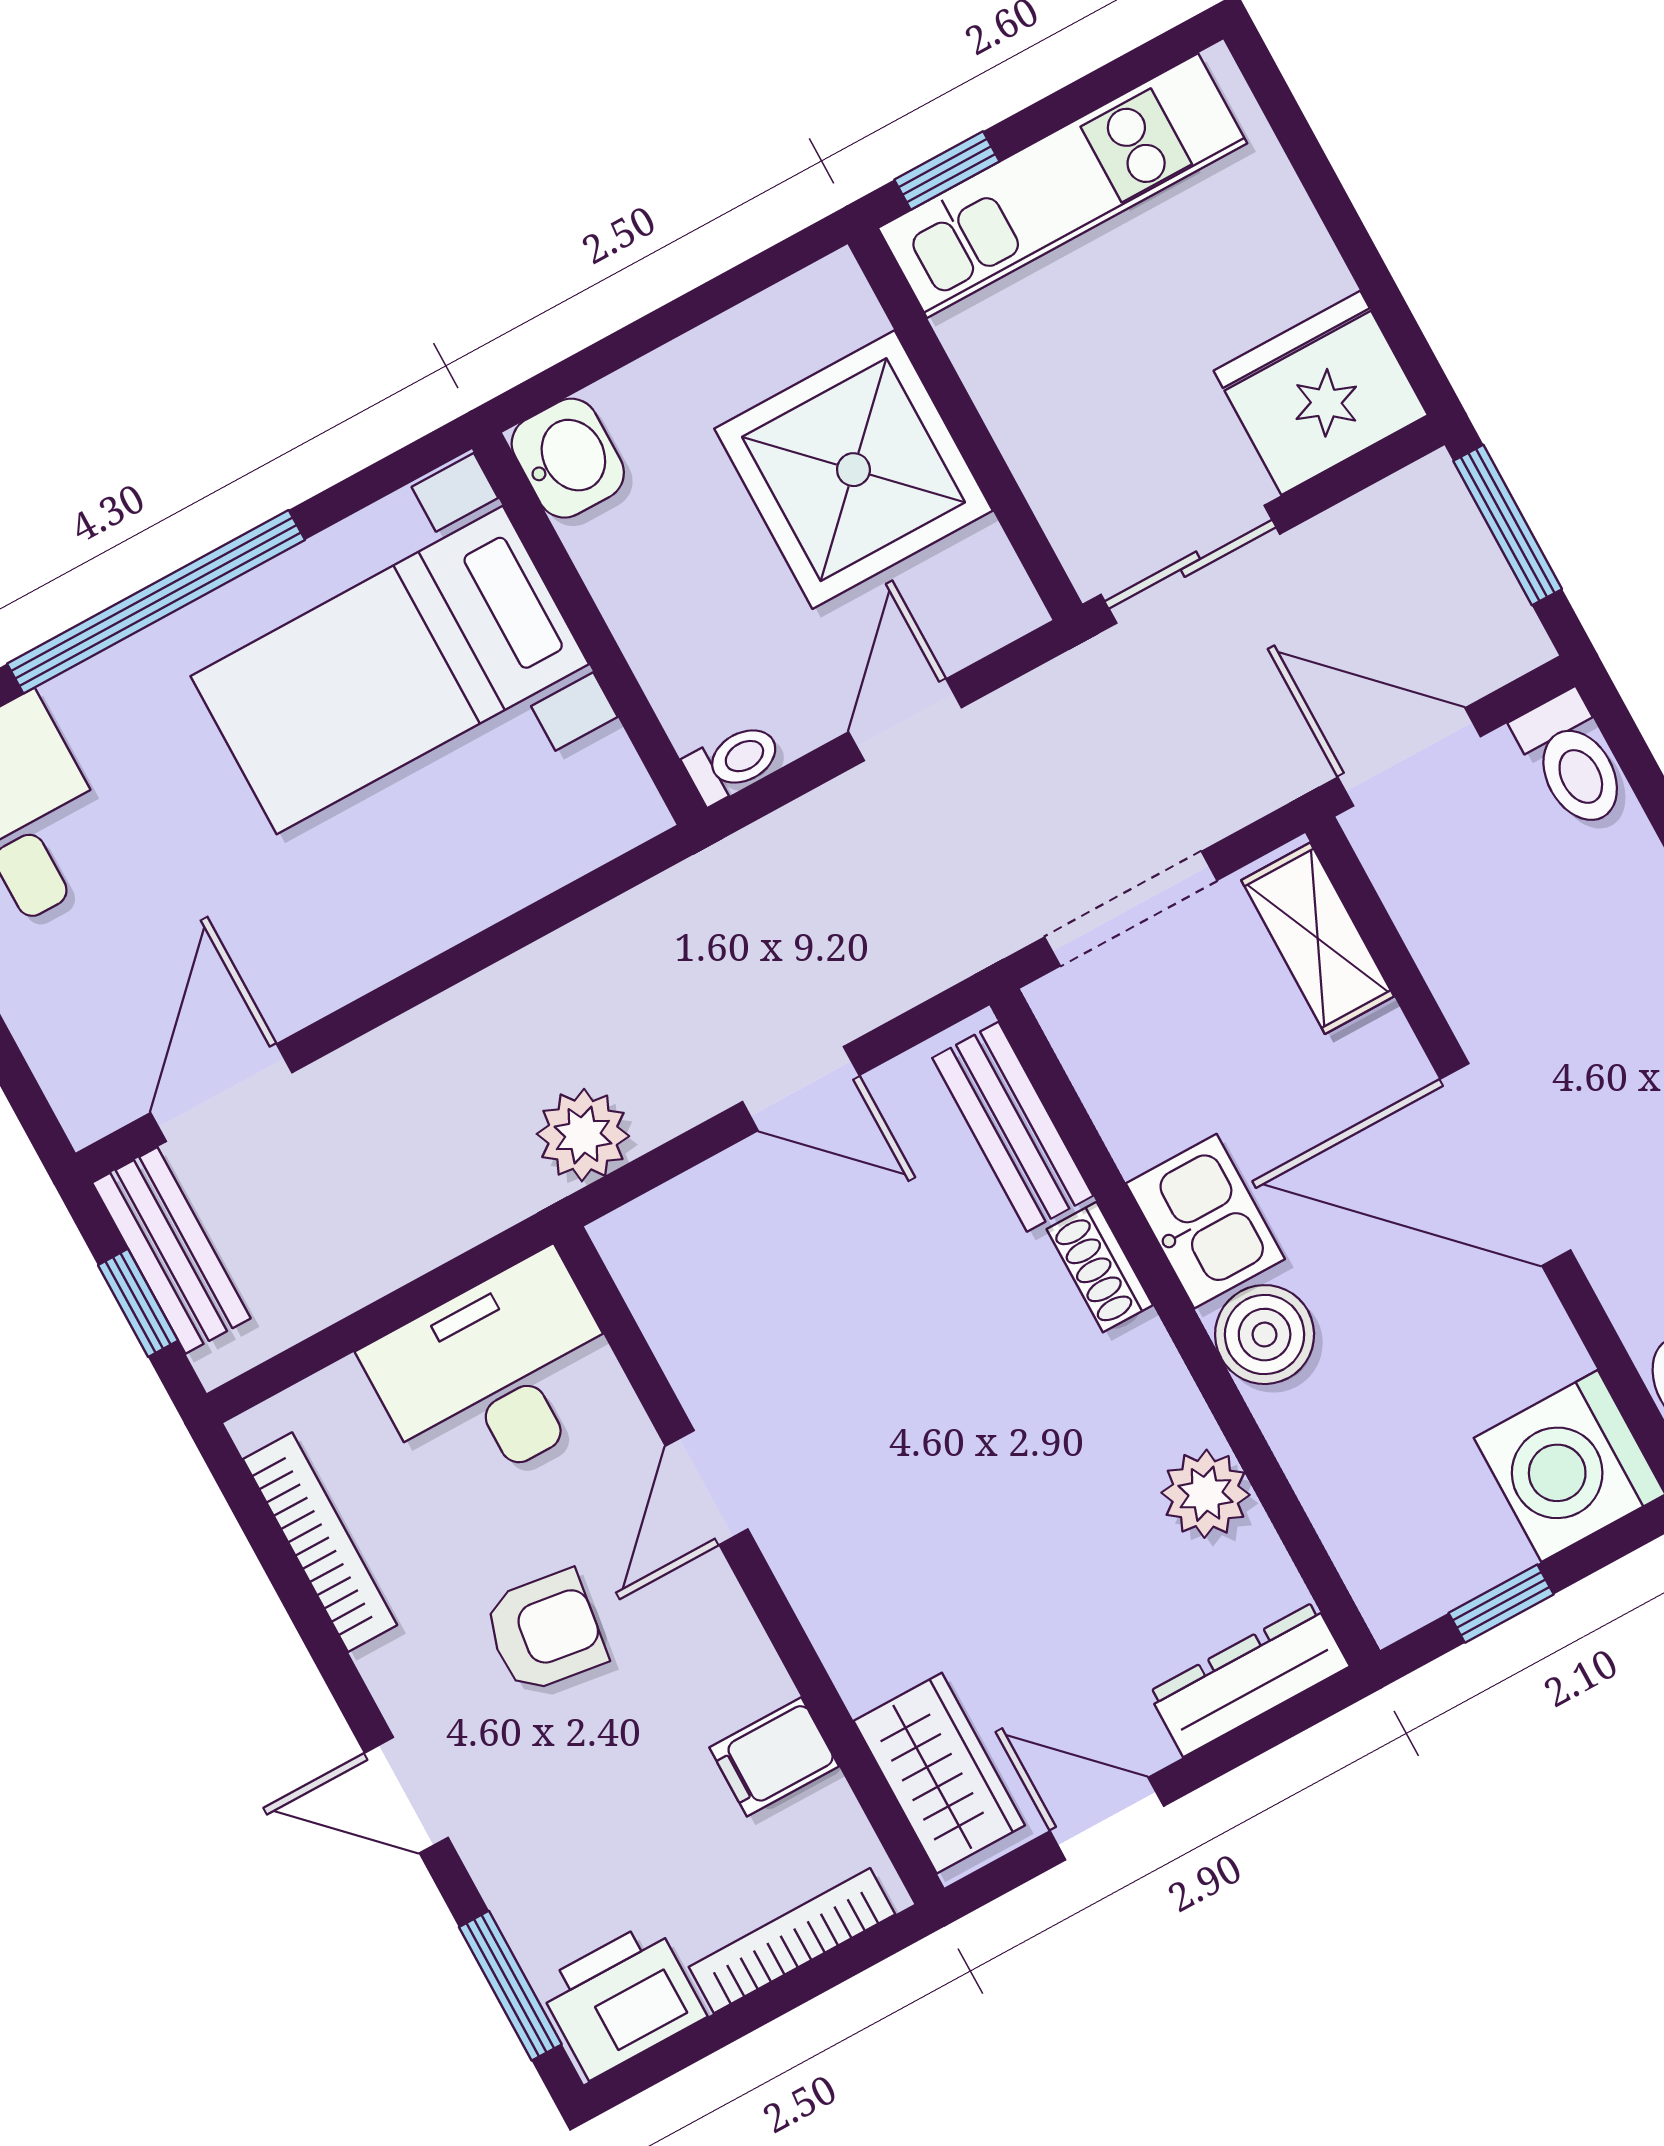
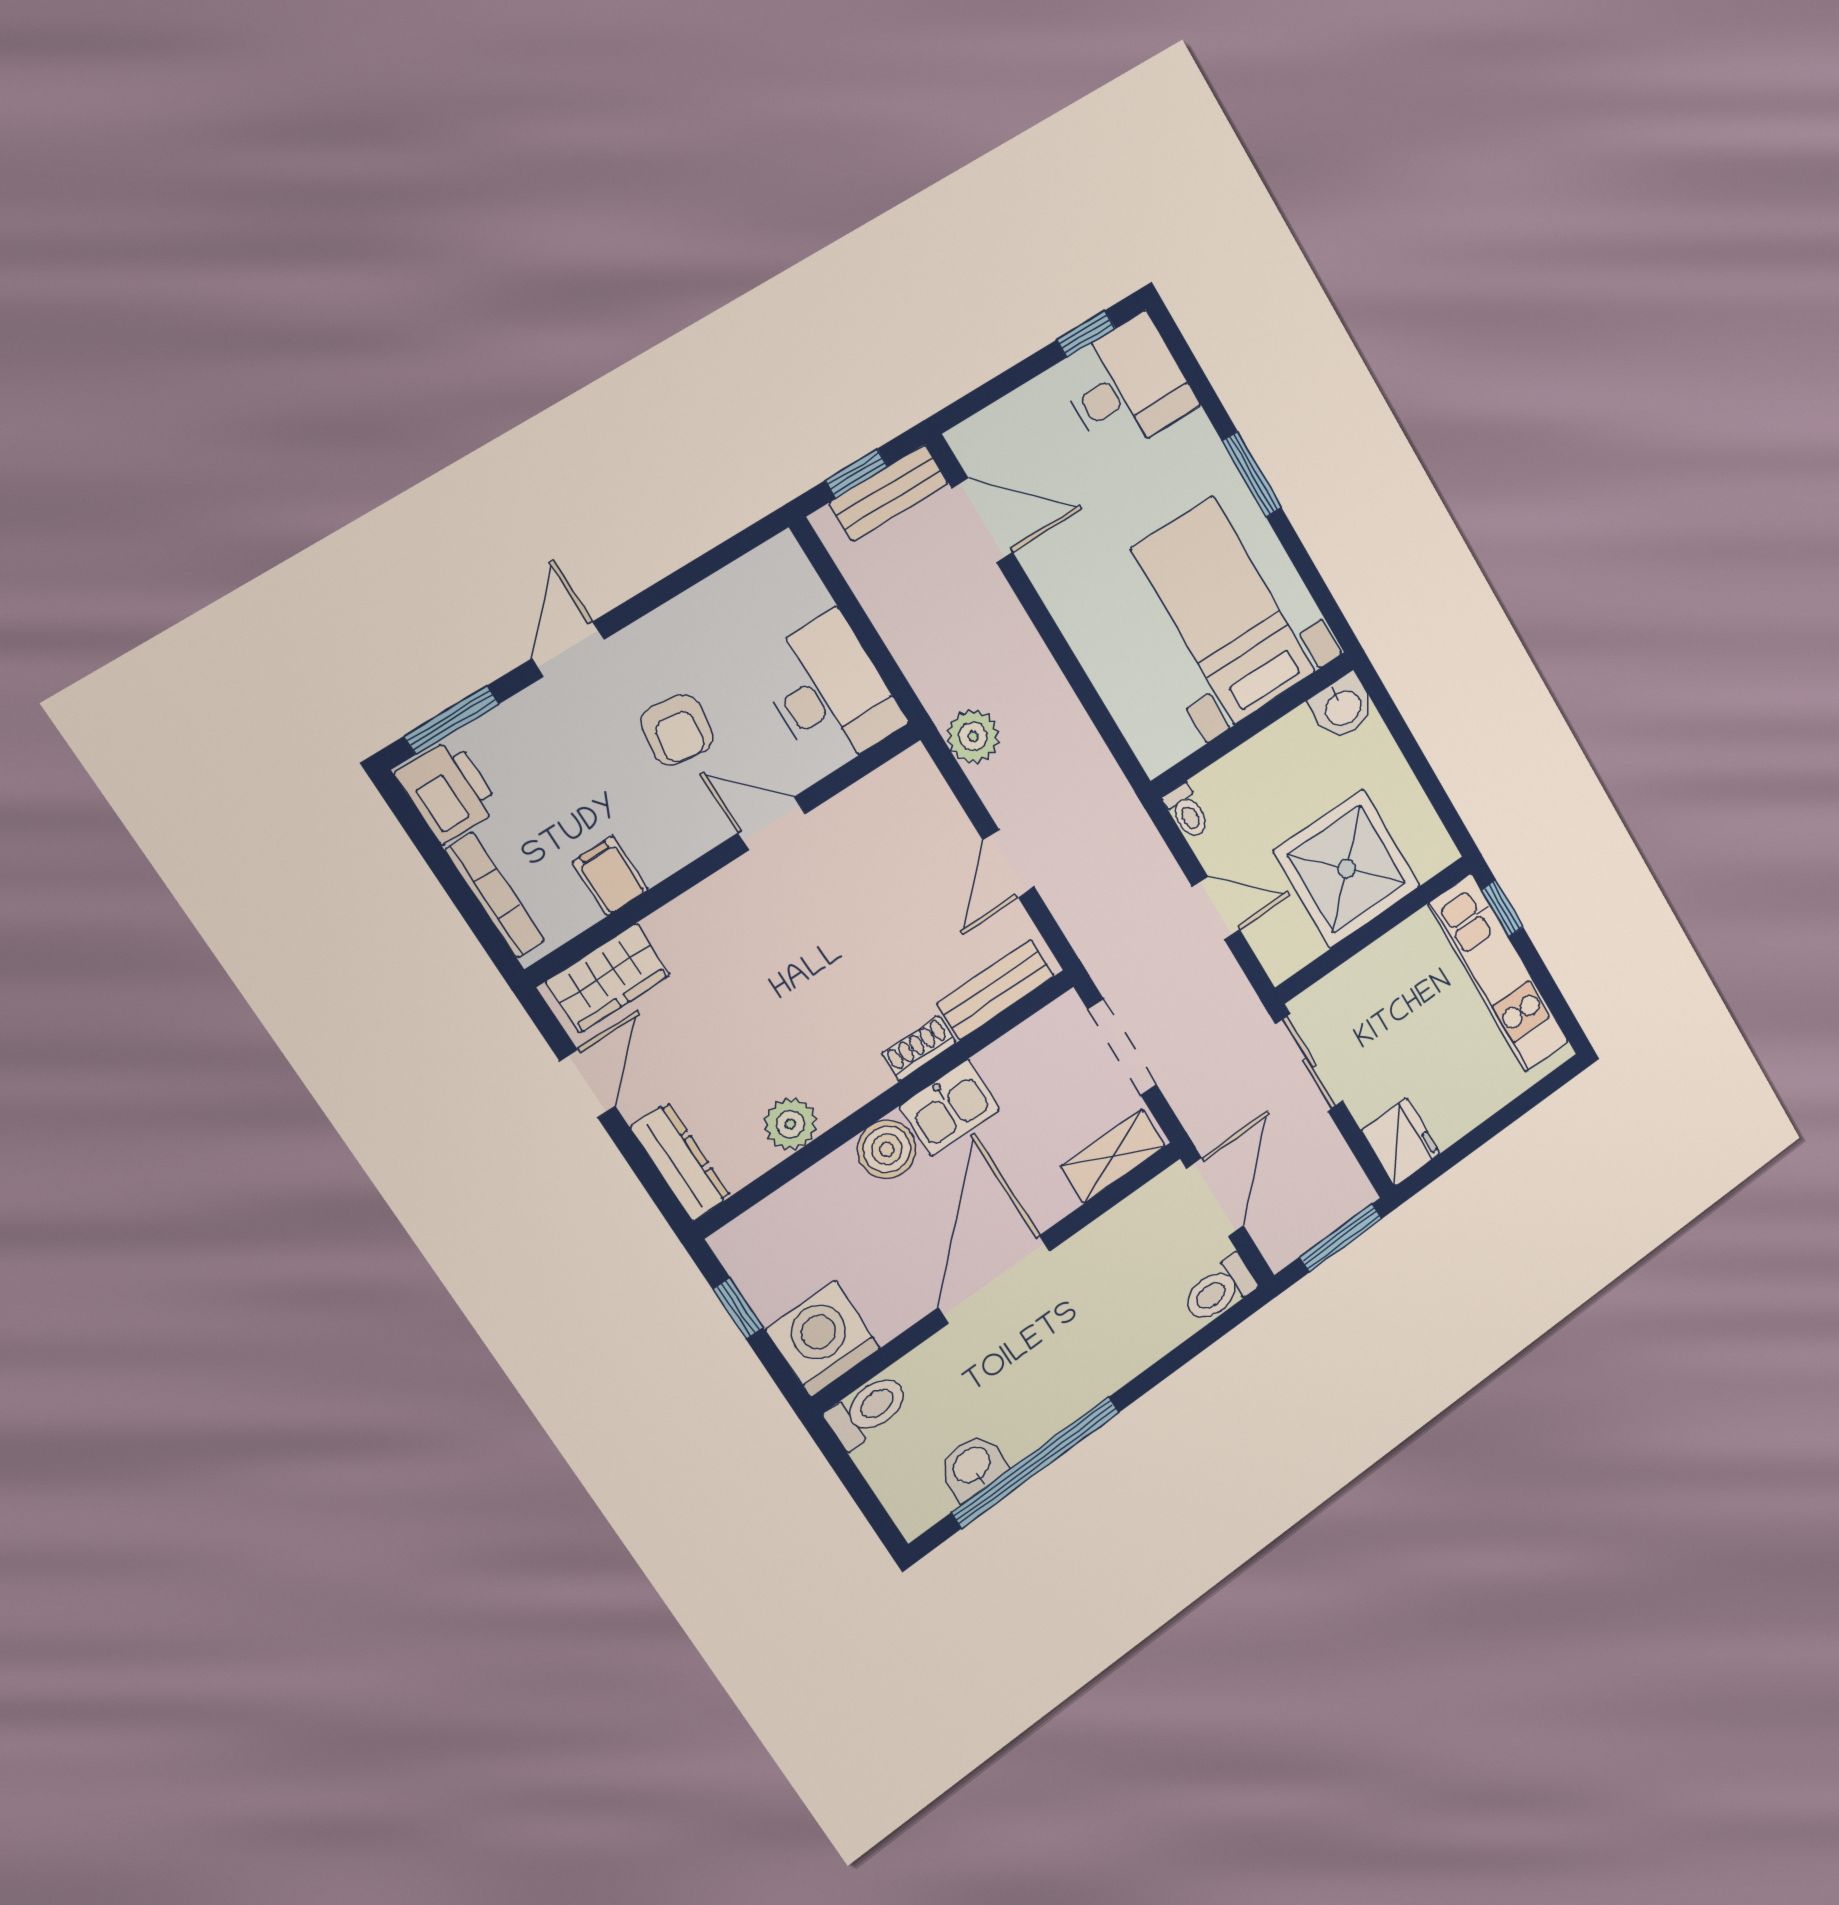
fridge: (1321, 393) -> (1401, 1142), width x0.73, depth x0.75
window: (156, 602) -> (1252, 474), width x0.47
bookcase: (320, 1542) -> (721, 589), removed

